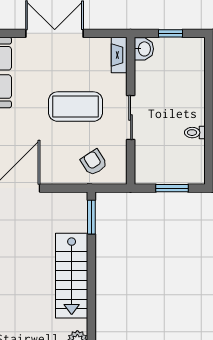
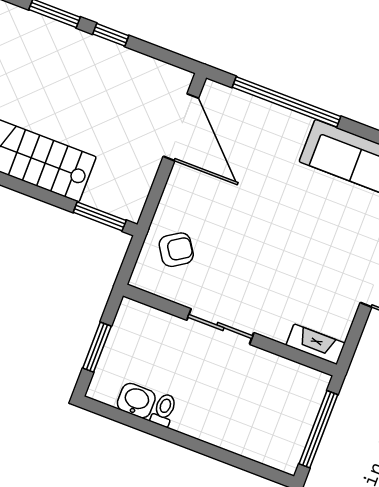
window: (171, 33) -> (318, 429), width x2.17
washbasin: (144, 49) -> (136, 401), moved, turned 180
coffee table: (76, 107) -> (266, 254), removed

